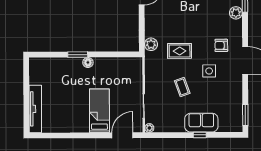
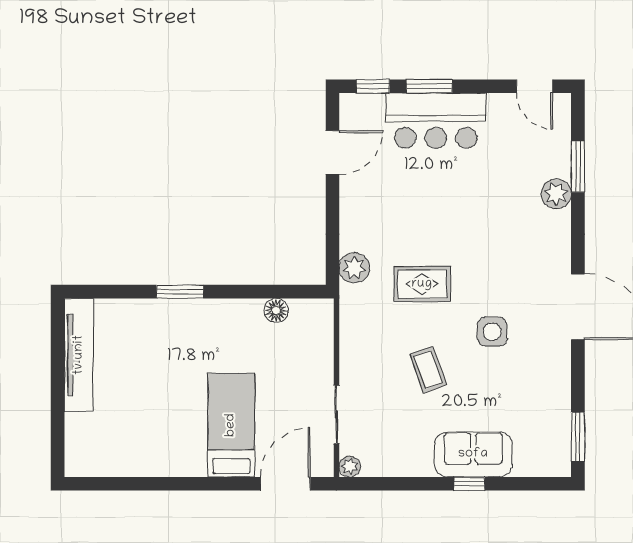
armchair: (221, 45) -> (521, 271), removed
floor lamp: (88, 62) -> (276, 310), moved
tv unit: (35, 109) -> (79, 355), moved

